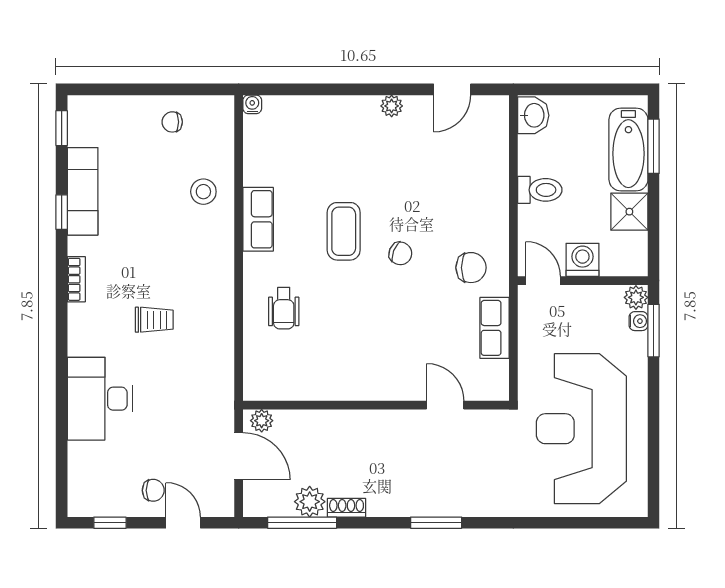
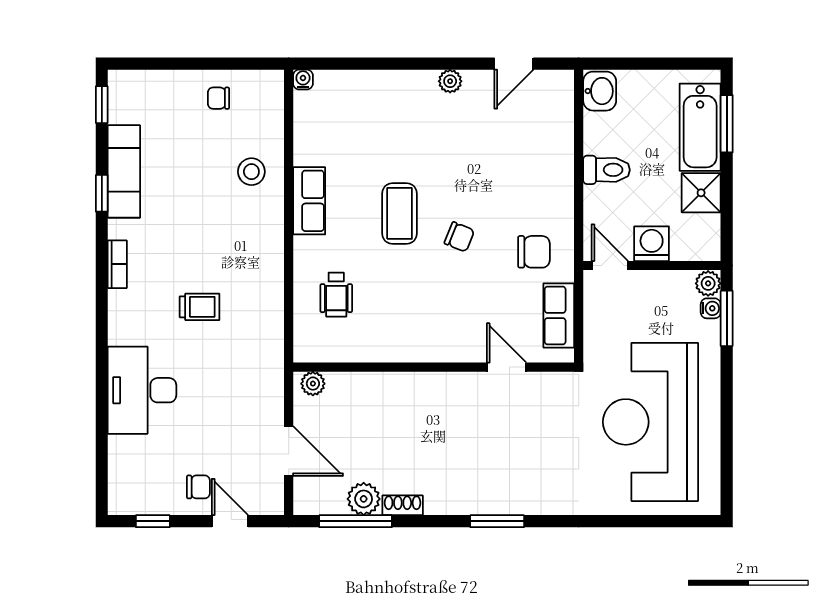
wall: (376, 405) -> (434, 367), moved
door: (445, 405) -> (507, 367), moved
plant: (262, 421) -> (313, 384), moved

